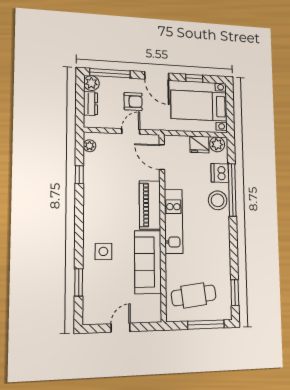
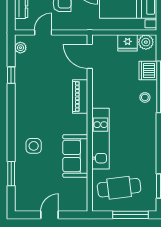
door: (131, 131) -> (43, 32), moved
stool: (218, 200) -> (145, 97), width x0.53, depth x0.53
piano: (150, 205) -> (80, 96), width x0.73, depth x0.75
kitchen unit: (174, 221) -> (101, 139), moved
sofa: (148, 262) -> (75, 156), width x0.73

